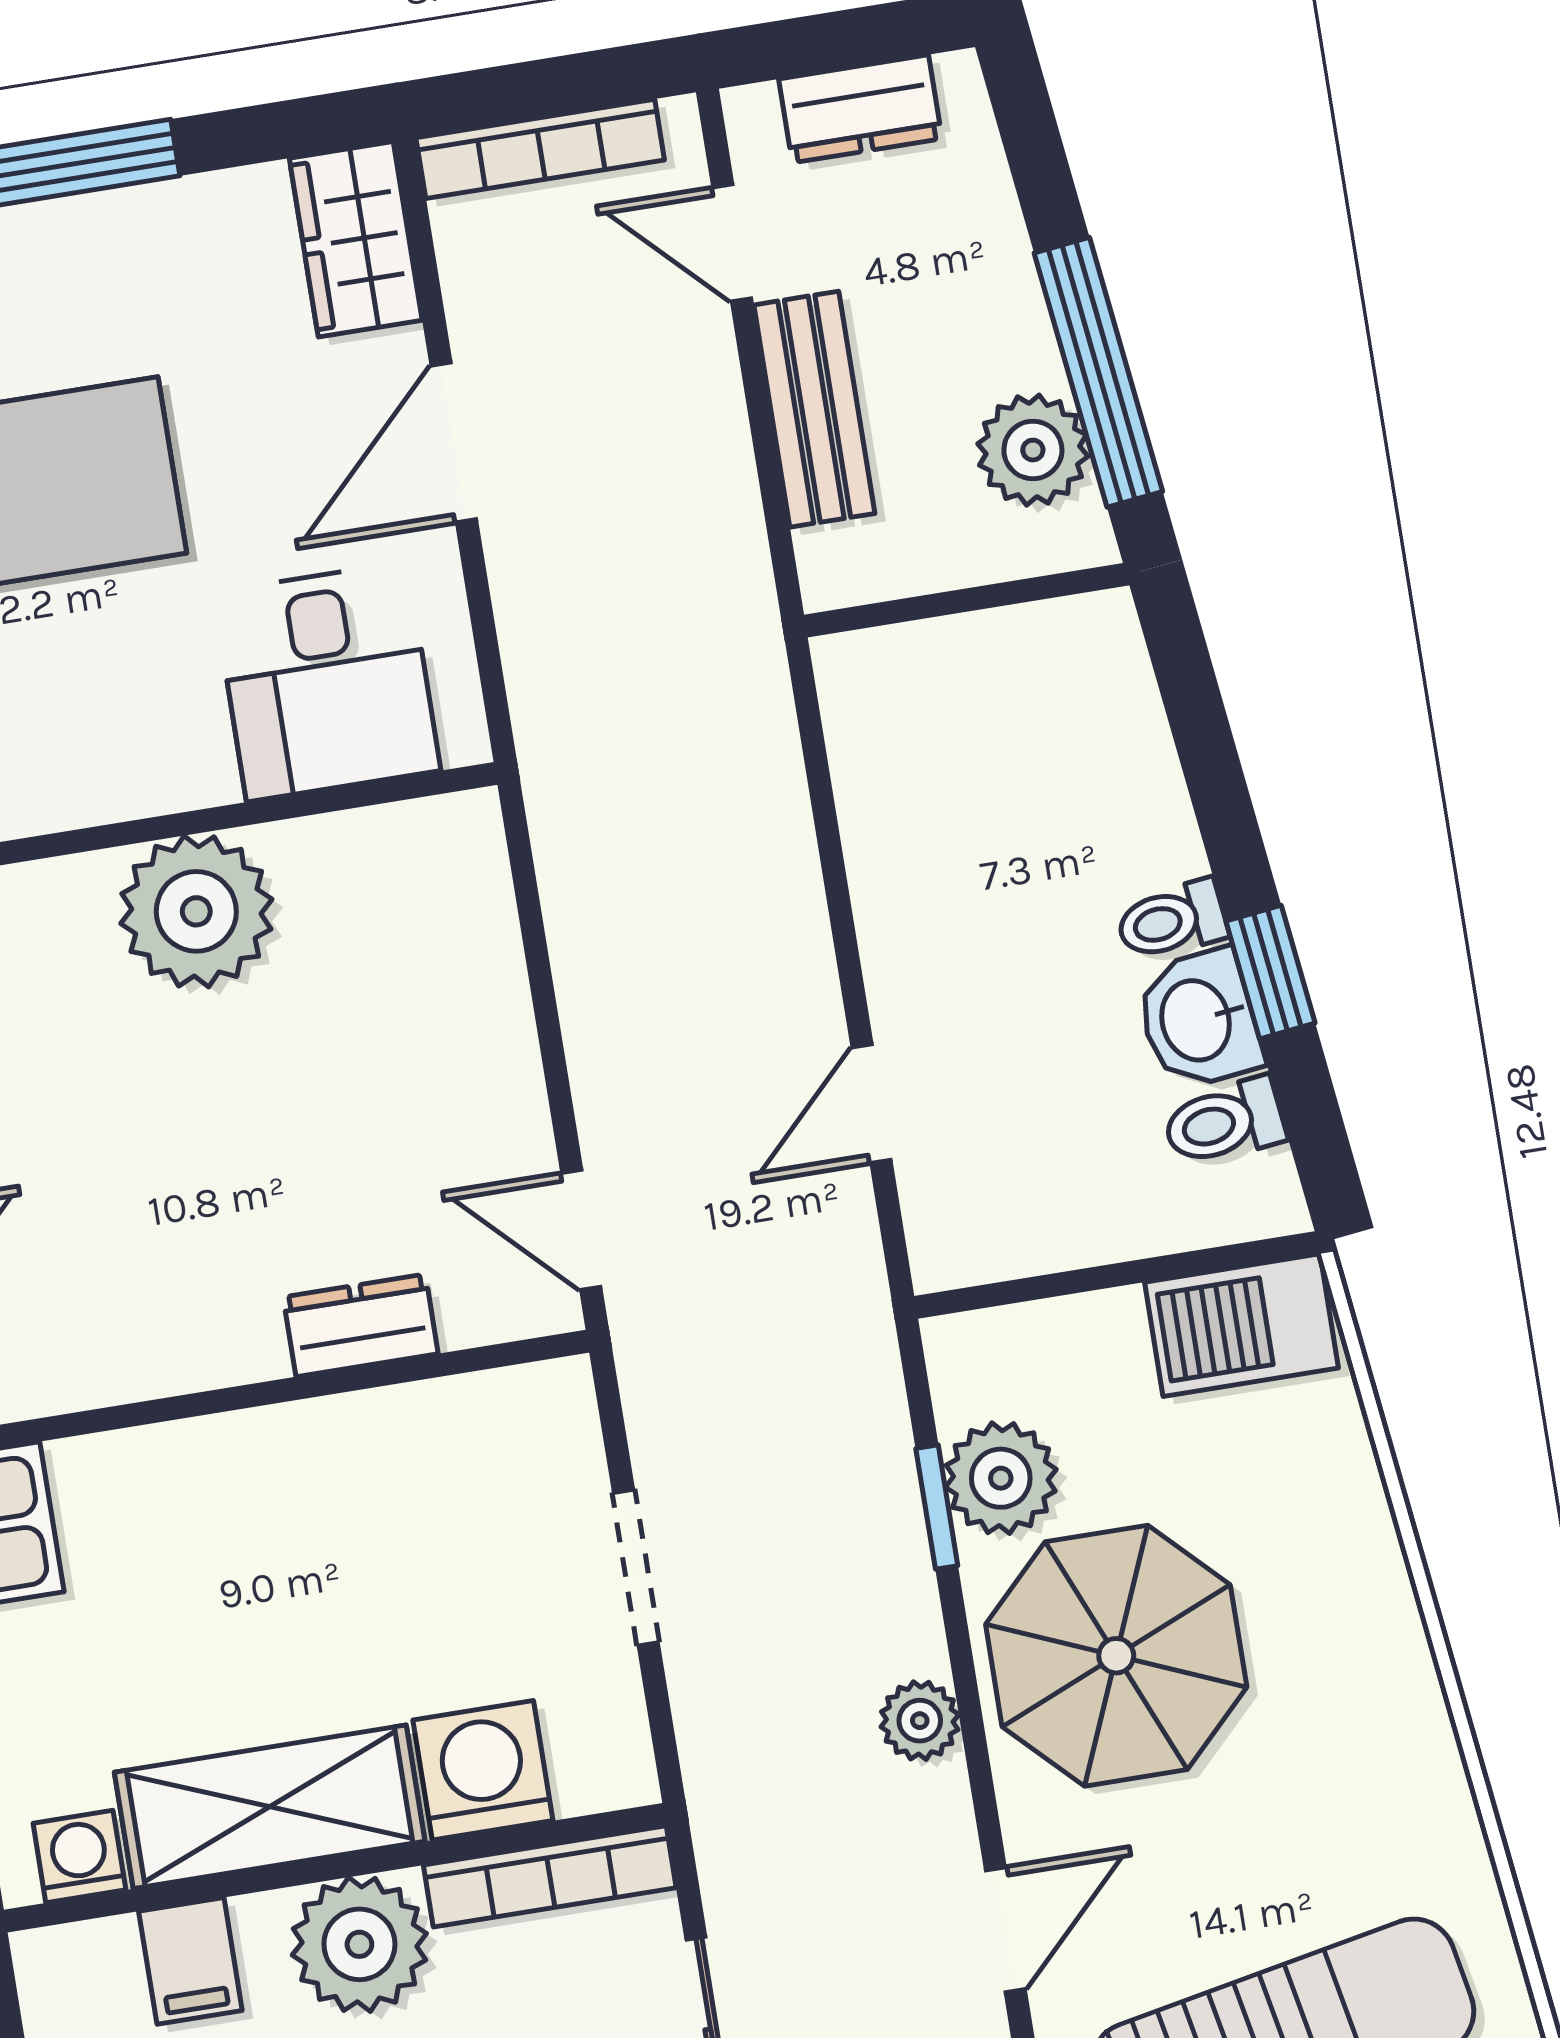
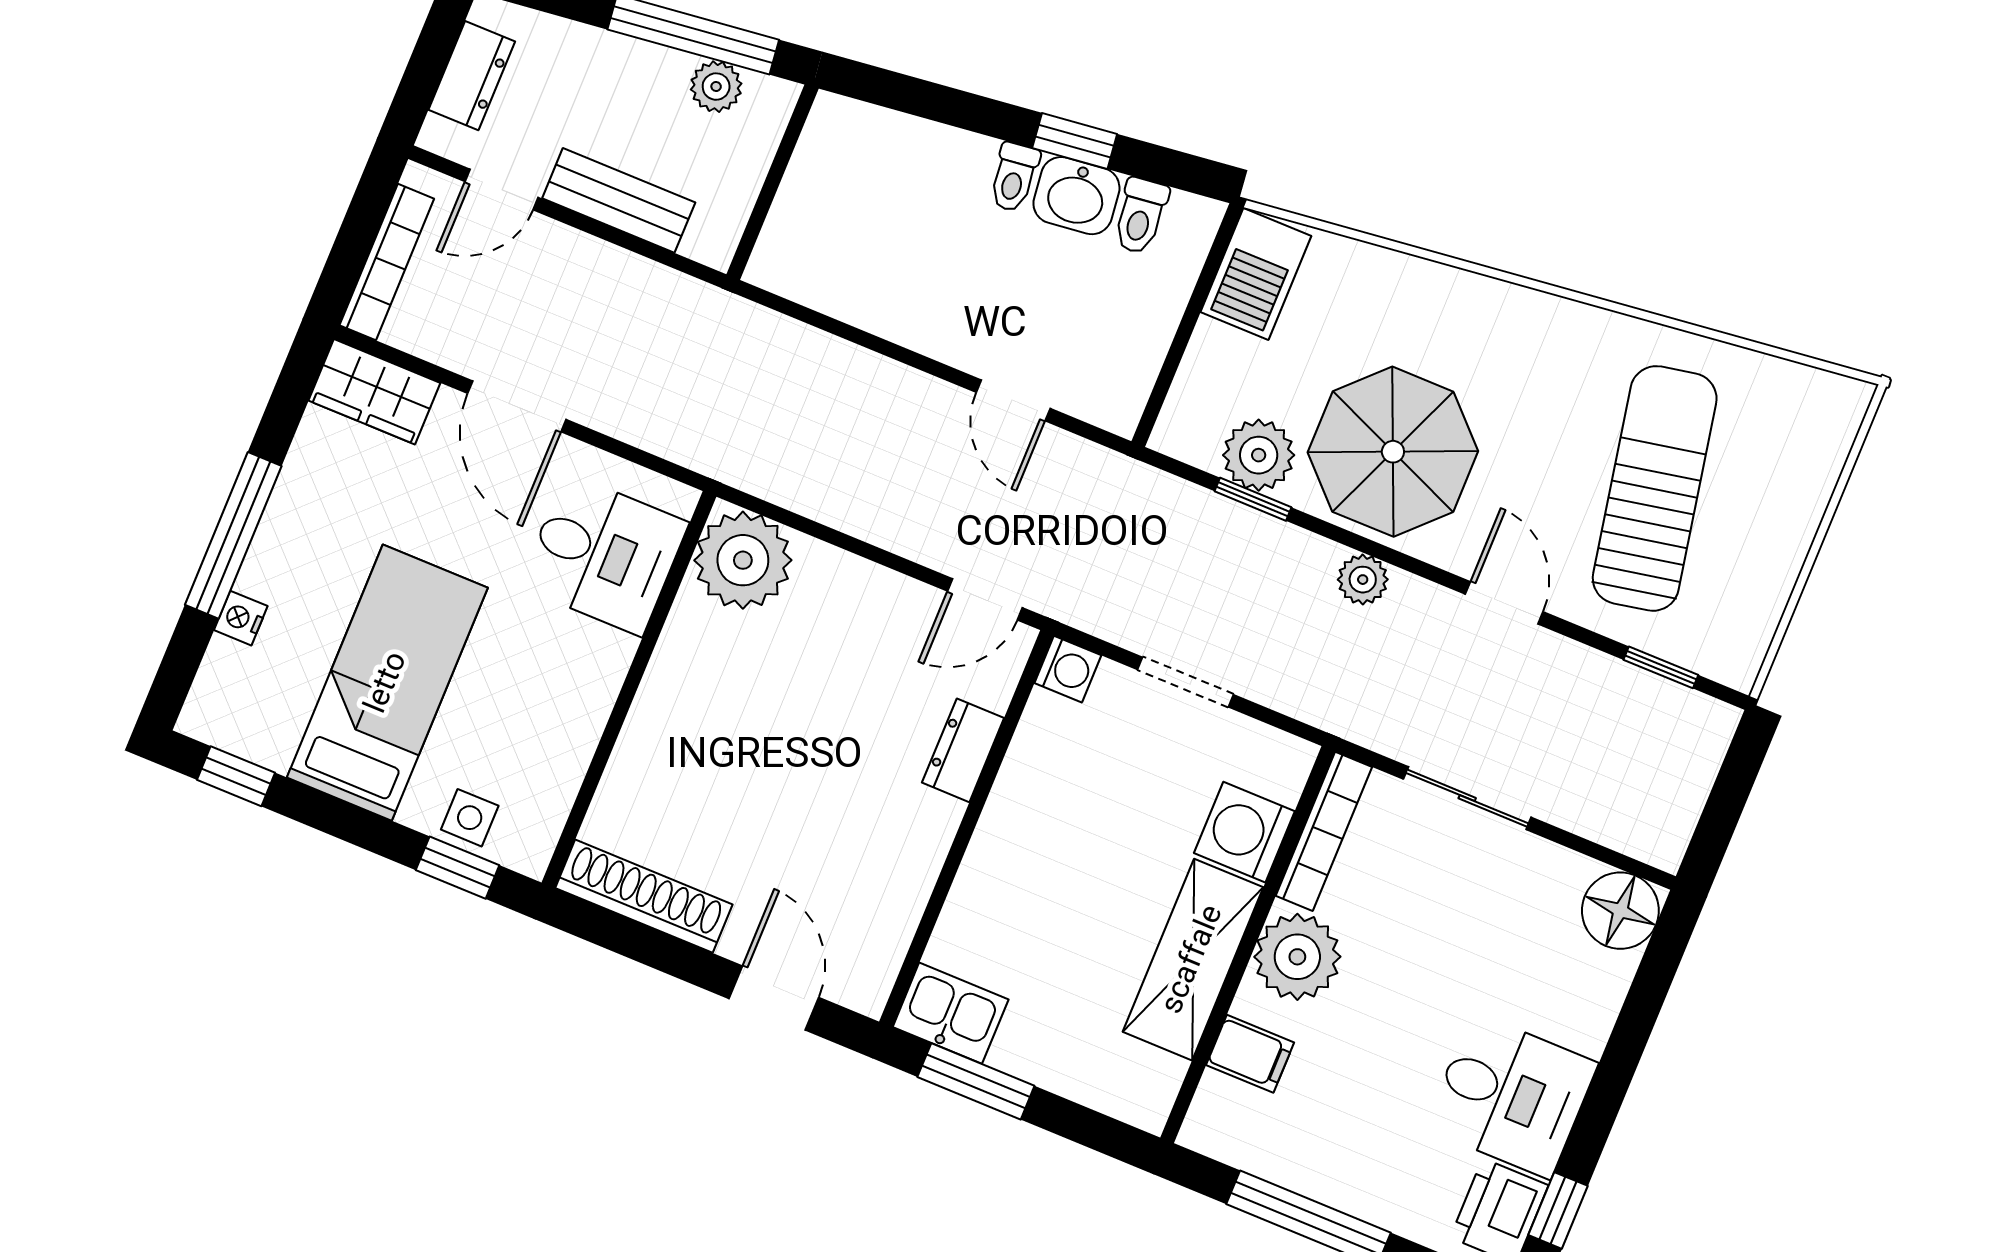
plant: (1033, 450) -> (716, 87), width x0.73, depth x0.73
plant: (196, 911) -> (743, 560), moved
washing machine: (79, 1856) -> (1068, 669), moved, turned 180

